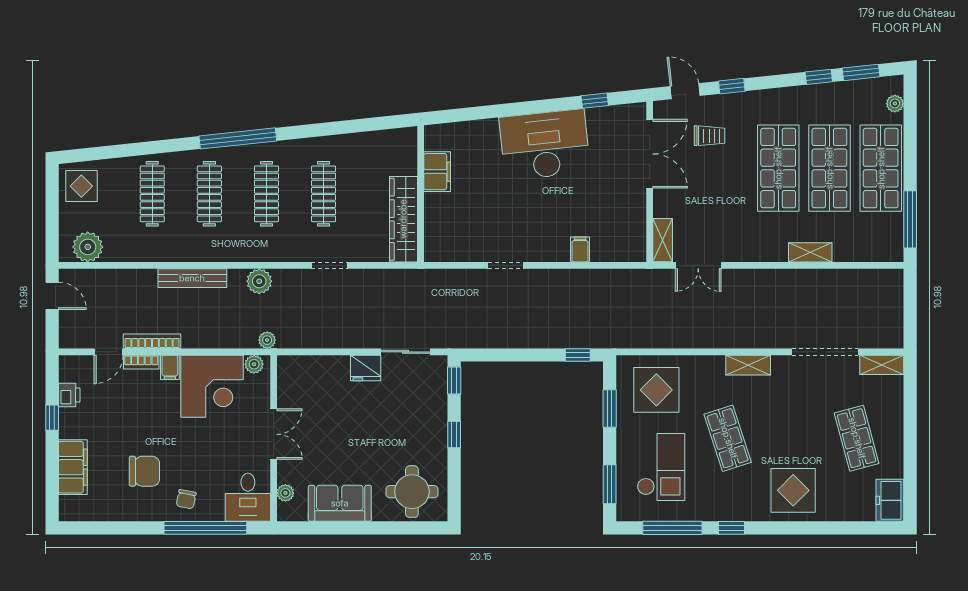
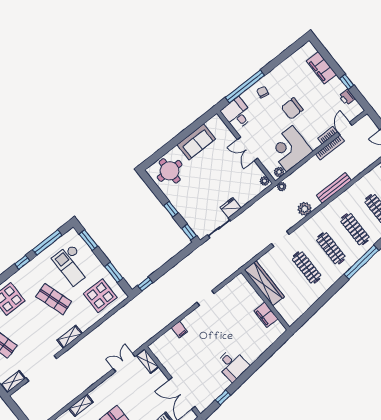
desk: (545, 145) -> (232, 365), width x0.53, depth x0.77
filing cabinet: (170, 367) -> (314, 143), removed
chair: (144, 471) -> (292, 108), moved
plant: (285, 493) -> (265, 181), moved

